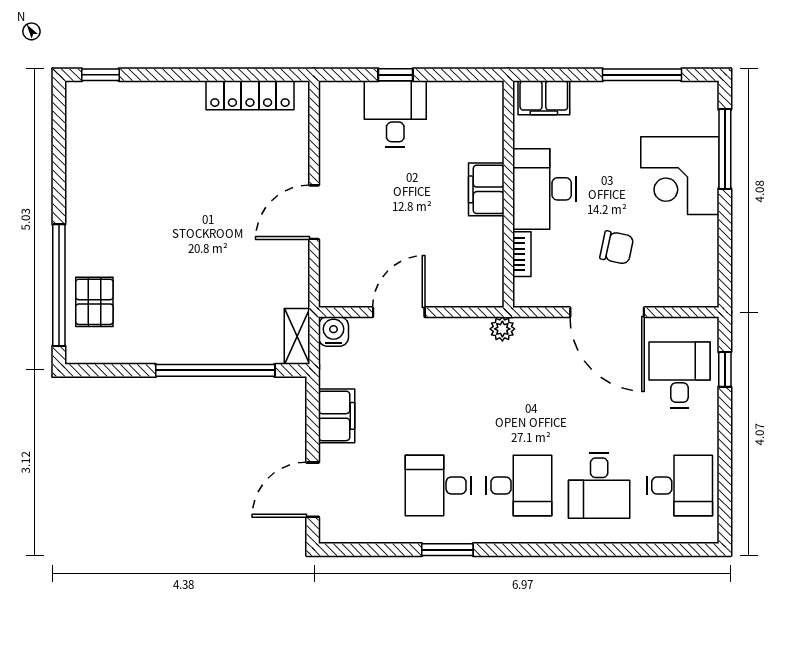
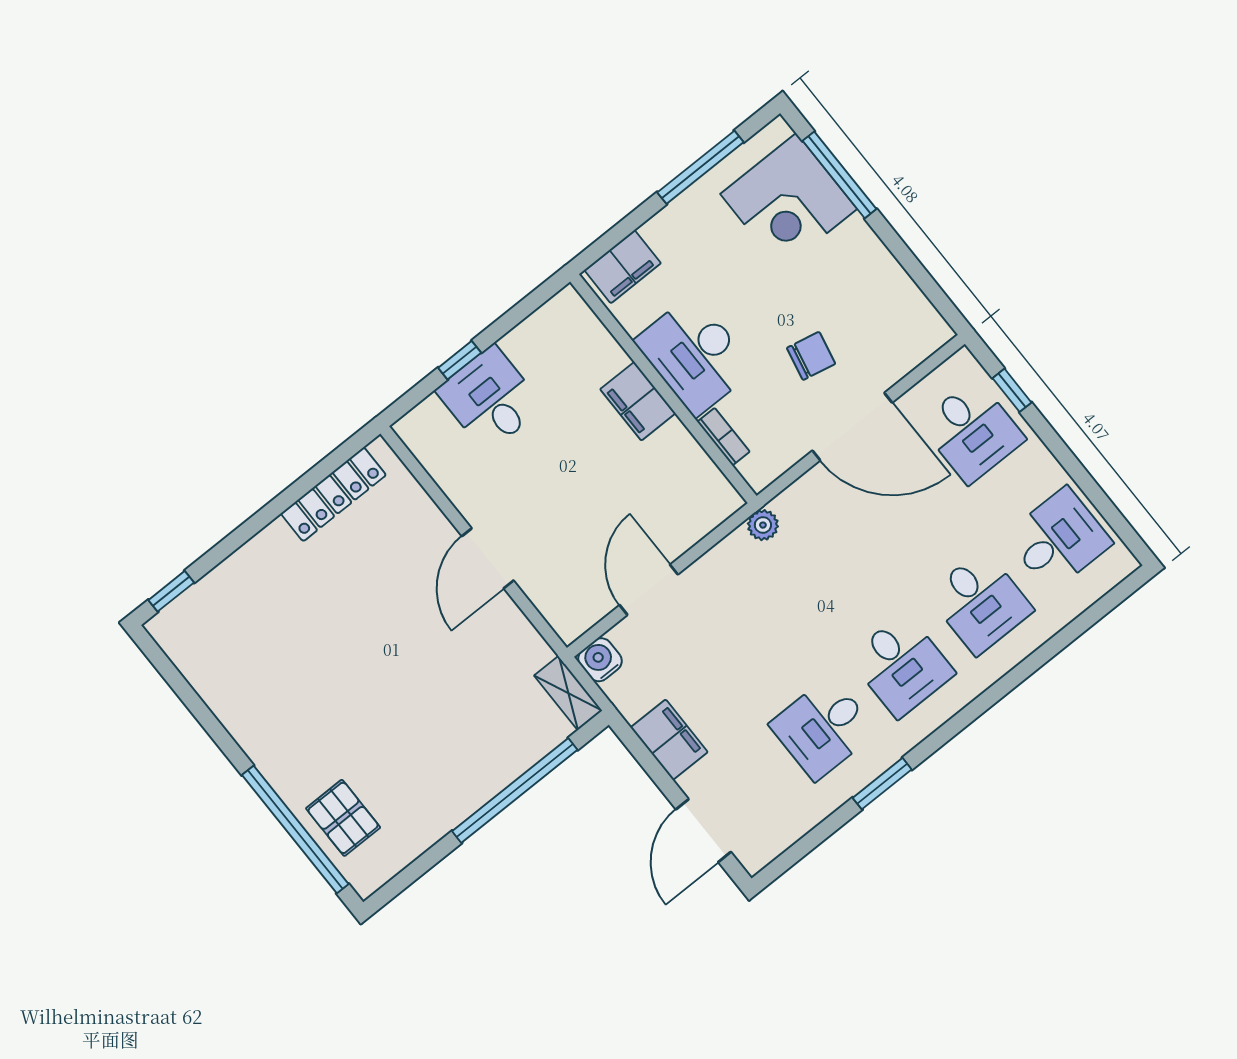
corner desk: (680, 176) -> (789, 201), moved
desk: (679, 375) -> (972, 431), turned 180
desk: (519, 486) -> (902, 665), turned 90

